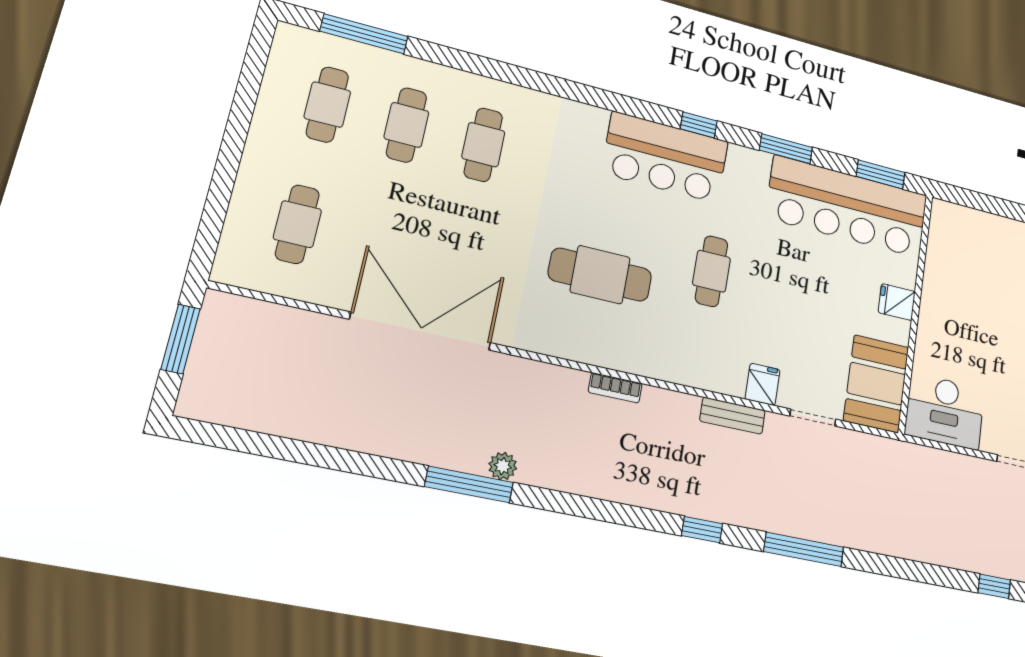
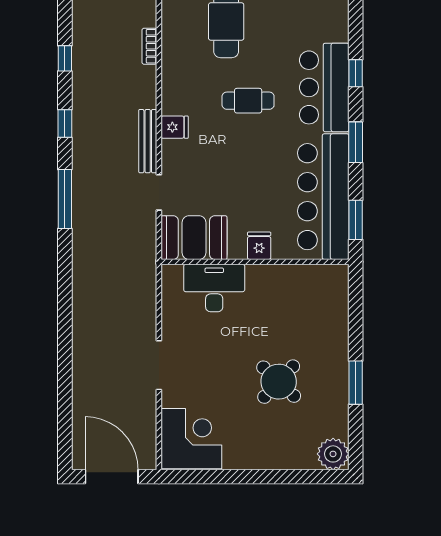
bar counter: (665, 157) -> (324, 87), moved
fridge: (763, 384) -> (175, 127), moved
desk: (945, 411) -> (214, 288), moved, turned 90
bench: (733, 416) -> (148, 141), width x1.36
window: (994, 586) -> (65, 58), moved

